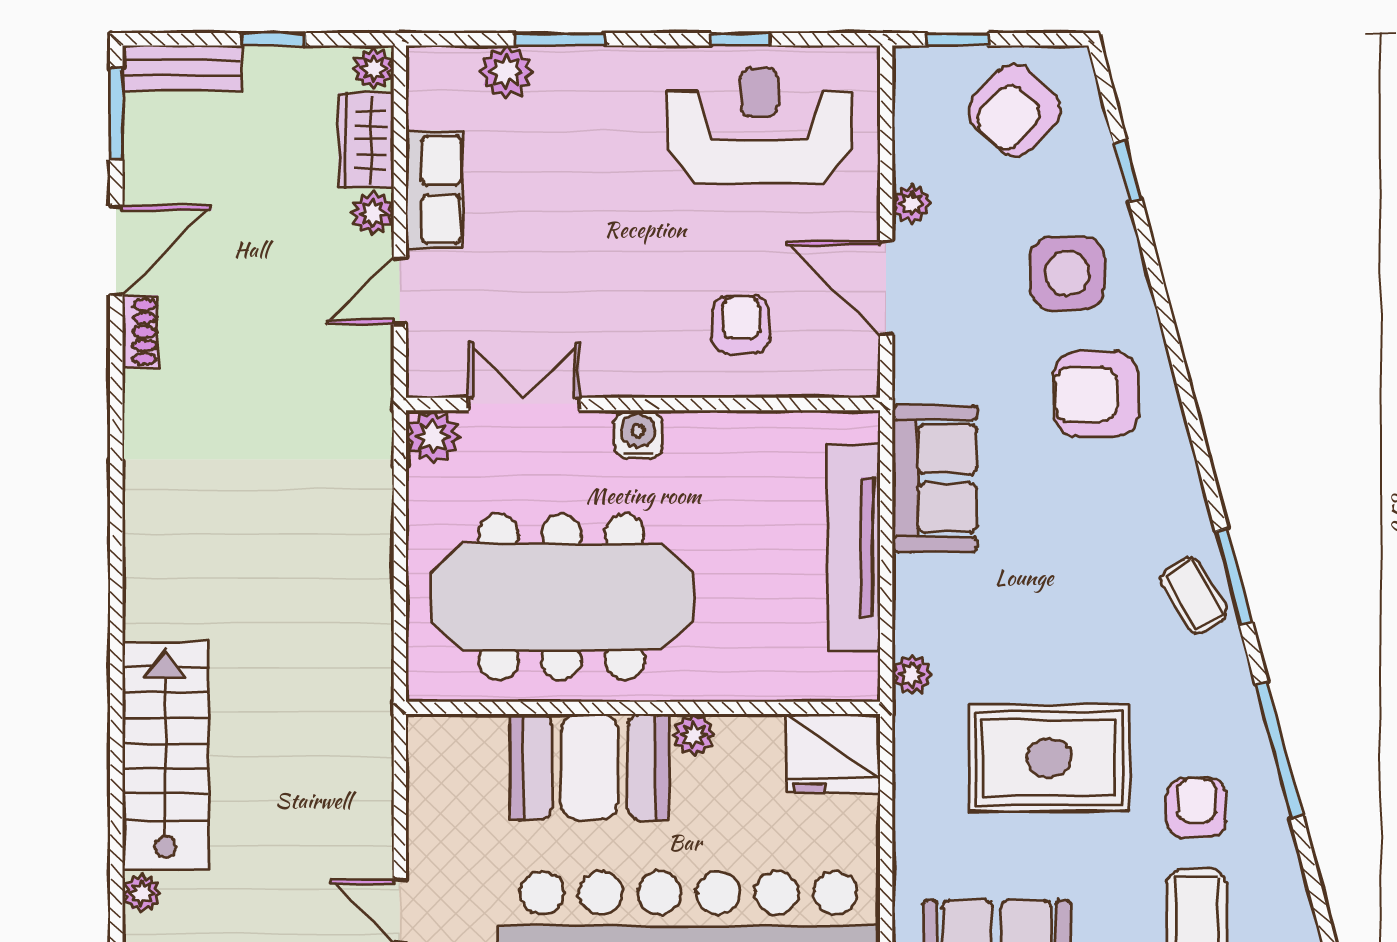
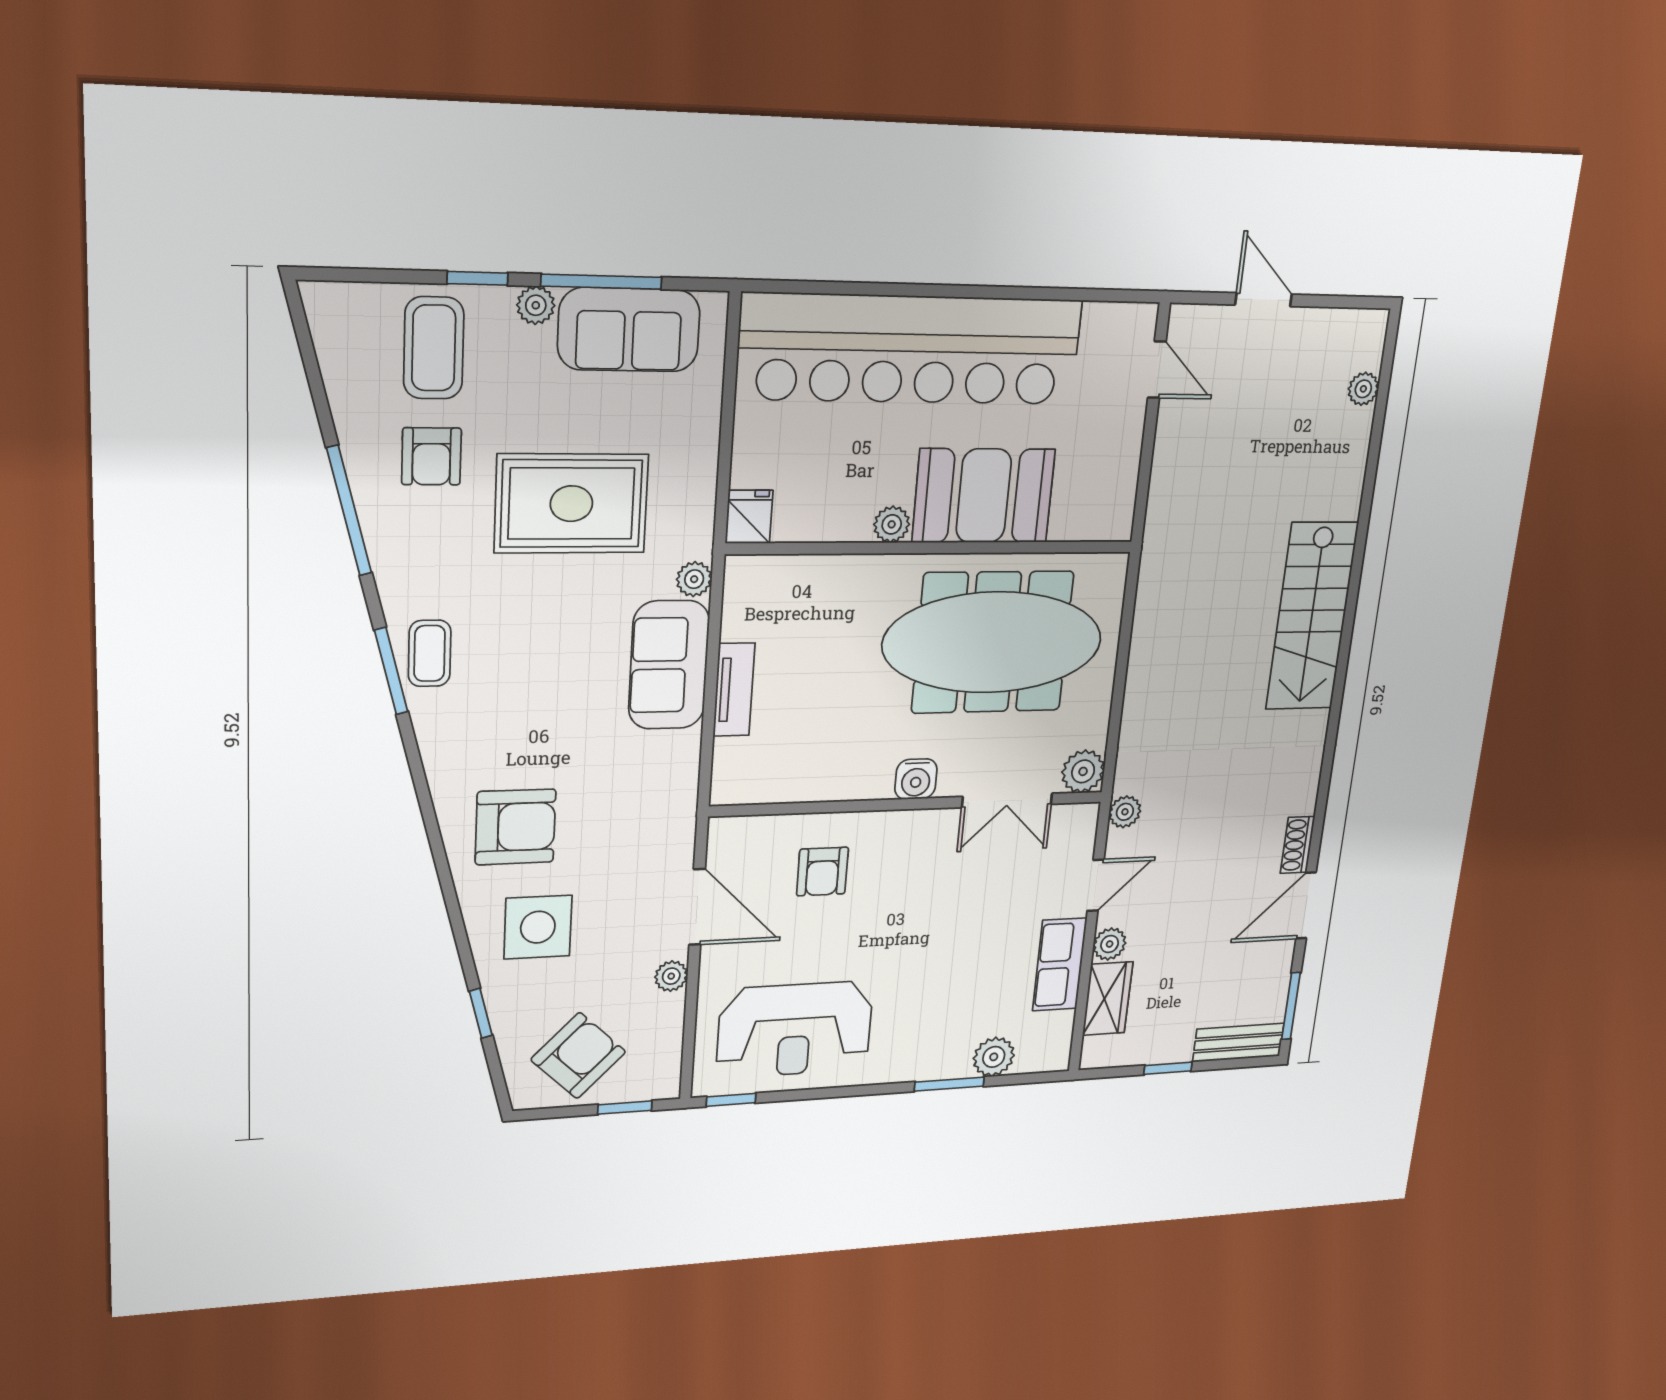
window: (740, 39) -> (731, 1100), moved
plant: (374, 69) -> (1125, 812), moved
sofa: (935, 478) -> (669, 665), moved
tv unit: (854, 547) -> (734, 690), width x0.52, depth x0.78
coffee table: (1194, 595) -> (430, 653), turned 31
fridge: (833, 753) -> (749, 517), width x0.53, depth x0.75
stairs: (165, 756) -> (1312, 616), moved

